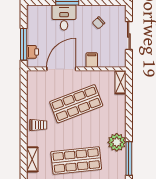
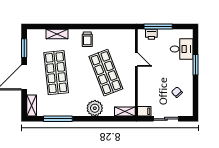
desk: (64, 17) -> (182, 49), moved
filing cabinet: (92, 60) -> (144, 111), moved
door: (61, 69) -> (136, 60), width x0.53
plant: (117, 142) -> (95, 108), moved

